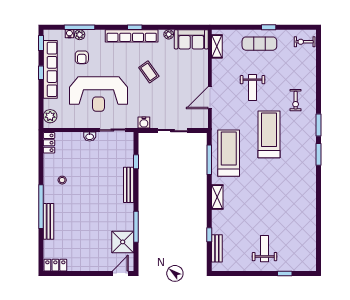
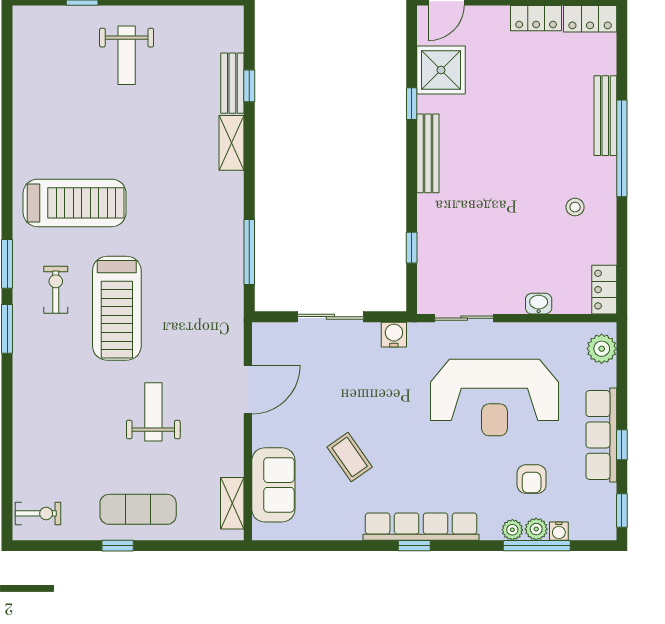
plant: (169, 34) -> (512, 530), moved
sofa: (191, 39) -> (273, 485), moved, turned 90
armchair: (82, 57) -> (532, 479), turned 180
row of seats: (50, 69) -> (601, 435), width x0.73
coffee table: (149, 72) -> (350, 457), moved
reception desk: (99, 94) -> (494, 398), turned 180
exercise bike: (296, 100) -> (56, 290), moved
washbasin: (90, 136) -> (539, 304), moved
treadmill: (229, 153) -> (75, 203), moved, turned -90
bench: (129, 185) -> (428, 153), moved
shelving: (217, 197) -> (232, 143), moved
window: (136, 227) -> (412, 104), width x0.46
bench: (217, 248) -> (232, 83), moved
locker: (80, 265) -> (536, 18), added

